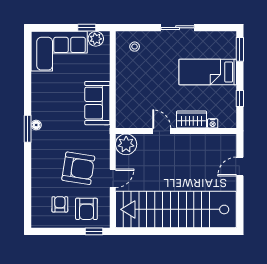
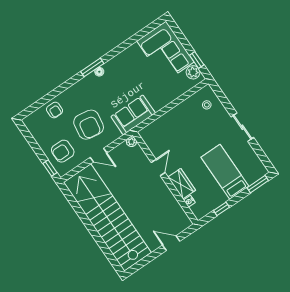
sofa: (97, 103) -> (133, 115), moved
plant: (126, 144) -> (131, 142), width x0.53, depth x0.53
armchair: (60, 204) -> (55, 110), moved, turned 90

